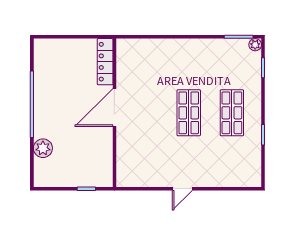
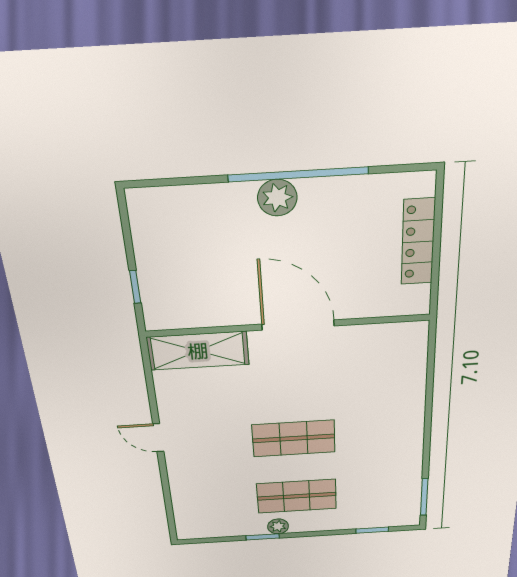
plant: (255, 45) -> (278, 526), moved
locker: (105, 62) -> (418, 242), moved, turned -90
plant: (43, 148) -> (277, 198), moved
shelving: (127, 161) -> (198, 351), added

